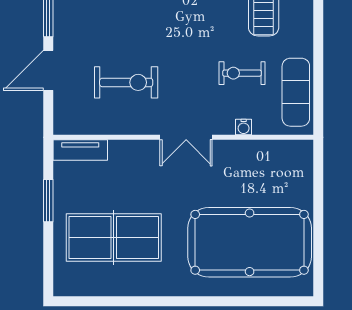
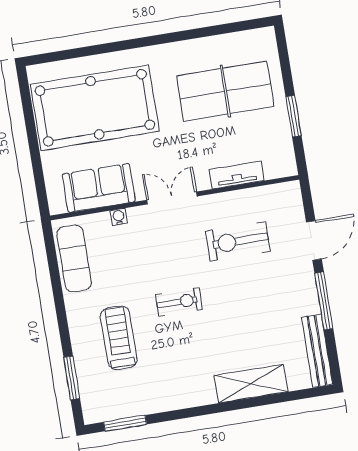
exercise bike: (242, 73) -> (179, 302), moved
tv unit: (80, 150) -> (237, 175), moved
sofa: (259, 160) -> (99, 188), added

